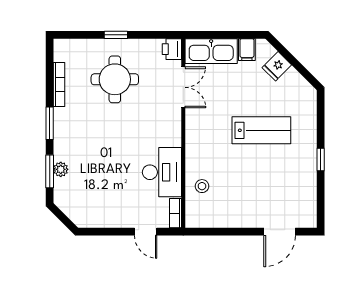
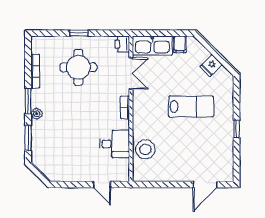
fridge: (277, 66) -> (211, 65), moved
plant: (61, 169) -> (37, 114), moved
desk: (162, 172) -> (115, 144), width x0.73
stool: (202, 186) -> (145, 149), width x1.89, depth x1.89
bookcase: (175, 213) -> (125, 107), moved

